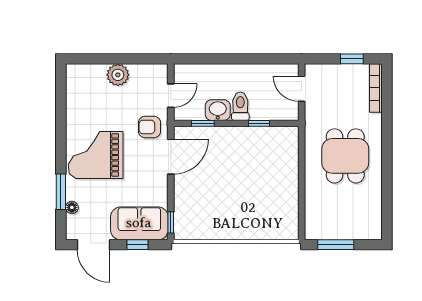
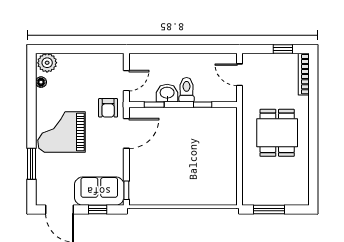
plant: (118, 75) -> (47, 63), moved
armchair: (149, 127) -> (108, 108), turned -90
floor lamp: (72, 207) -> (41, 82), moved

